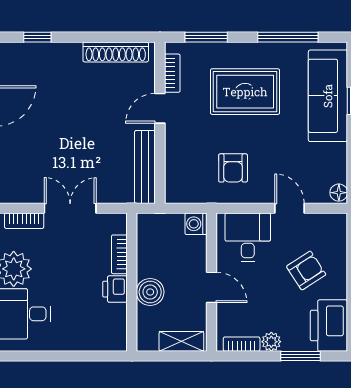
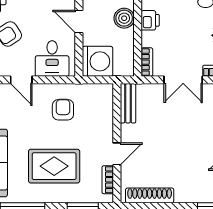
bench: (145, 167) -> (128, 103), width x0.73
washing machine: (196, 224) -> (97, 61), width x1.89, depth x1.89
bookcase: (119, 254) -> (147, 62), moved

